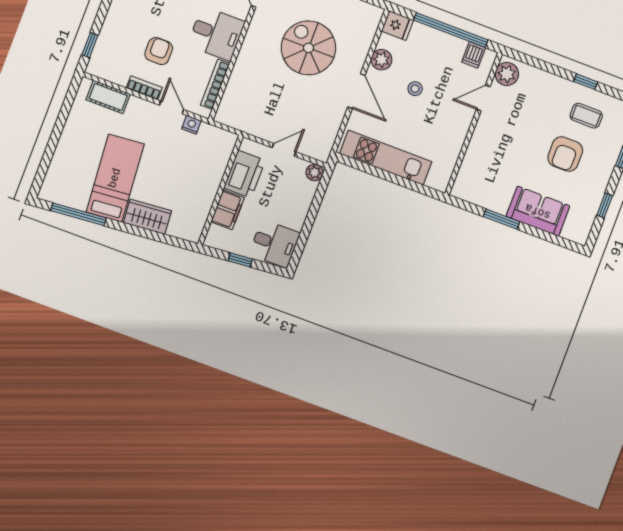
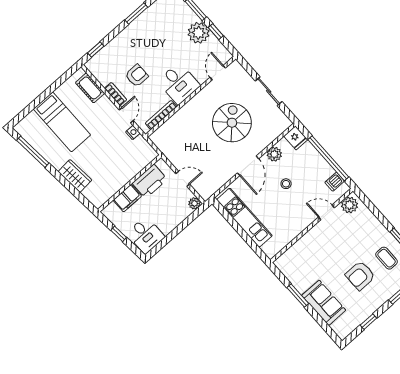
bed: (115, 178) -> (62, 122), moved, turned 95

